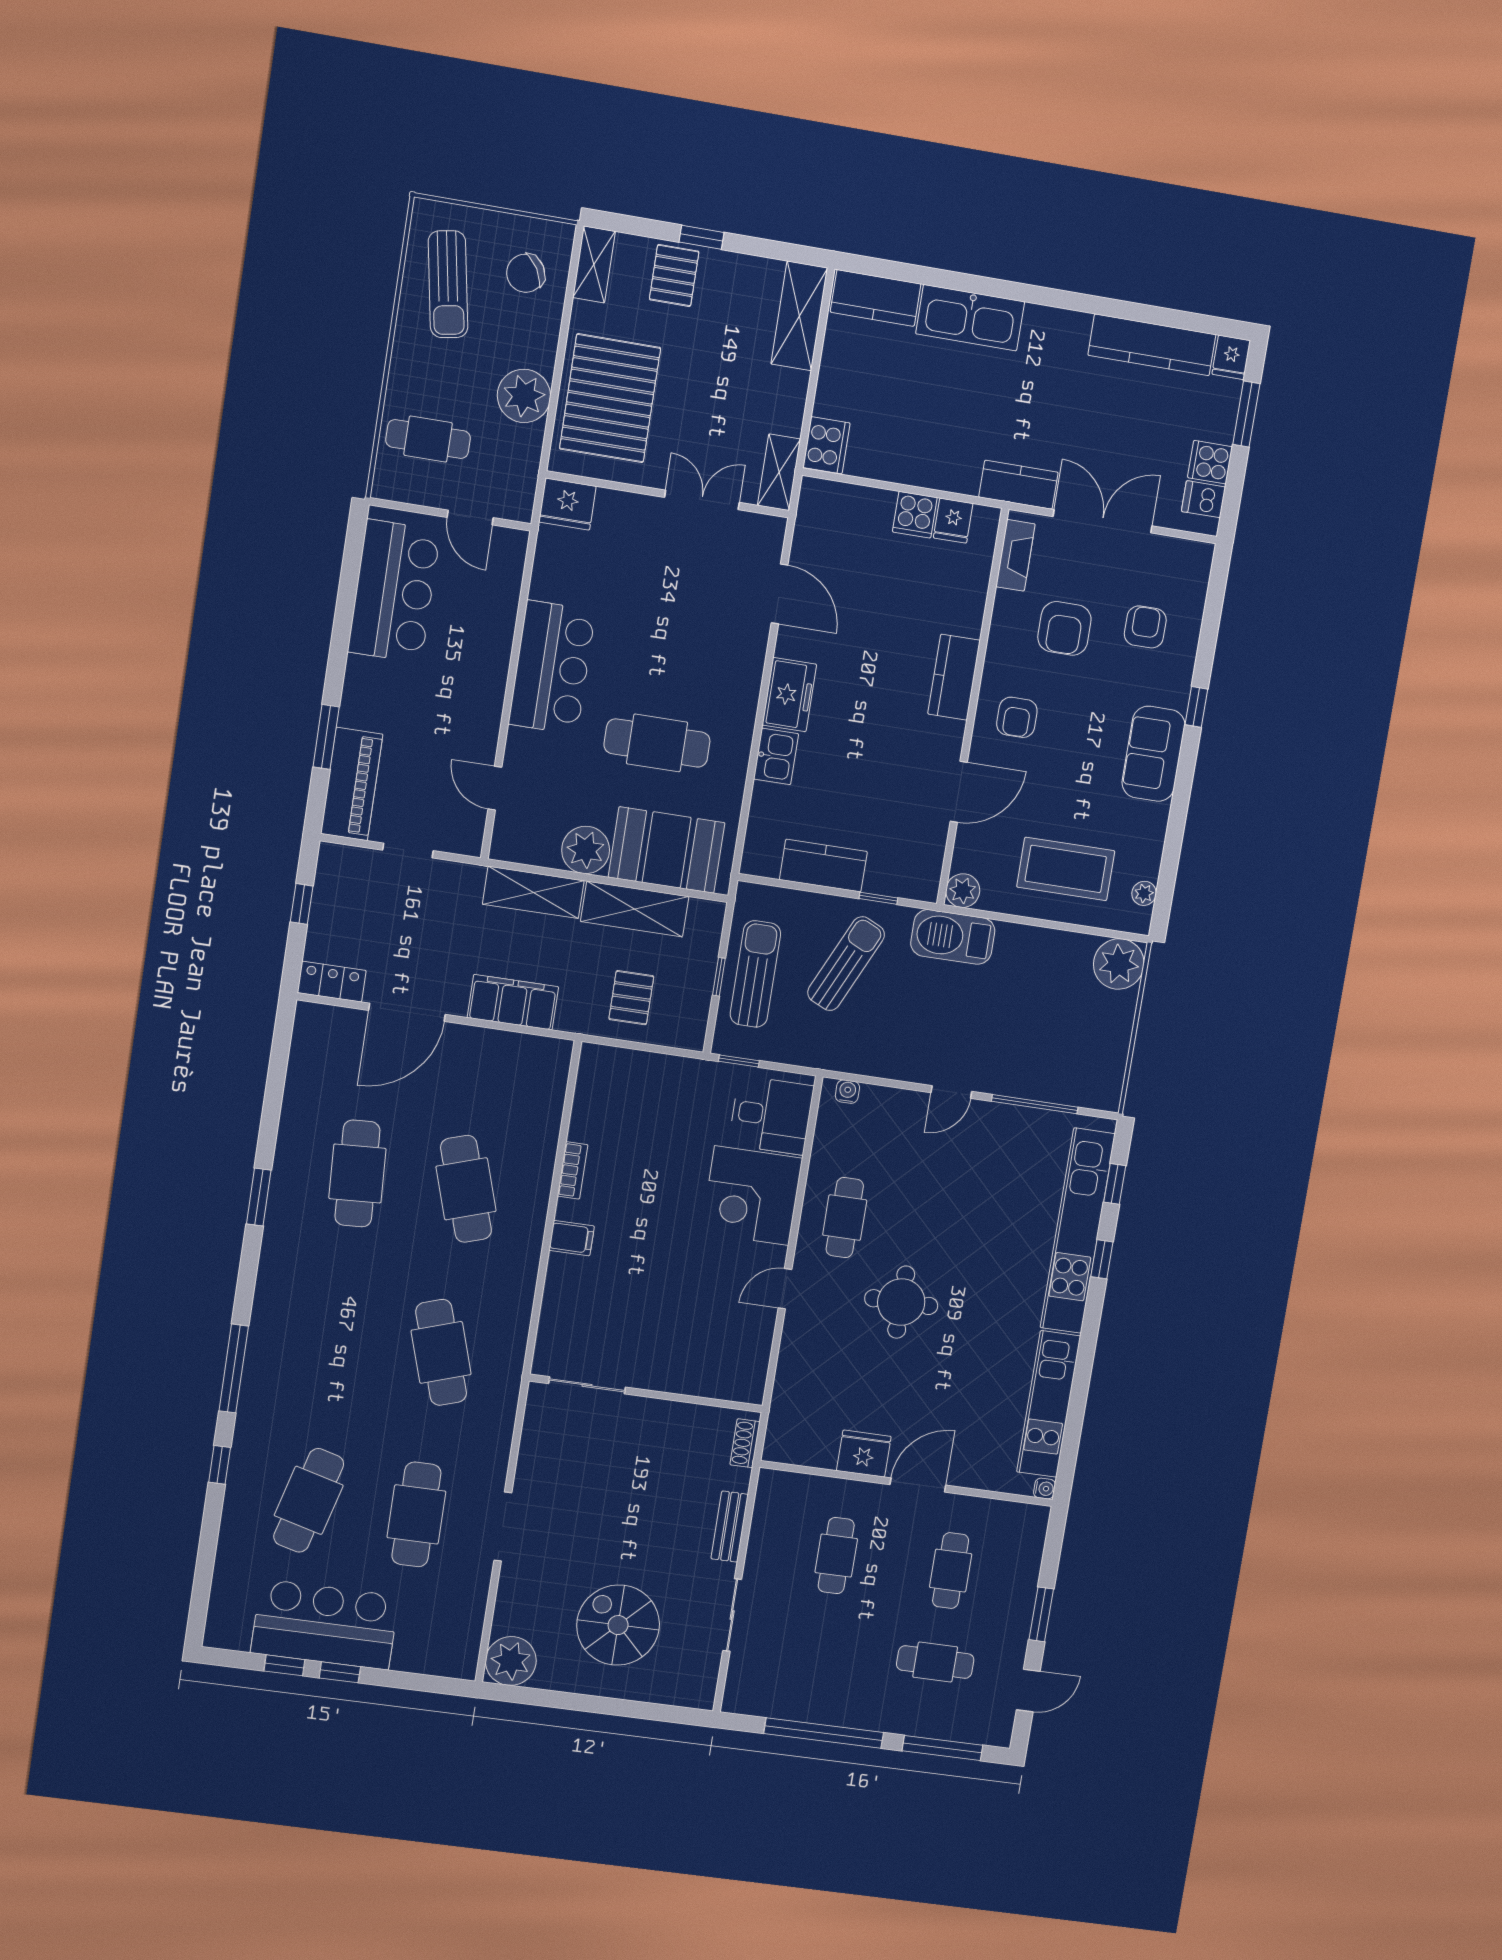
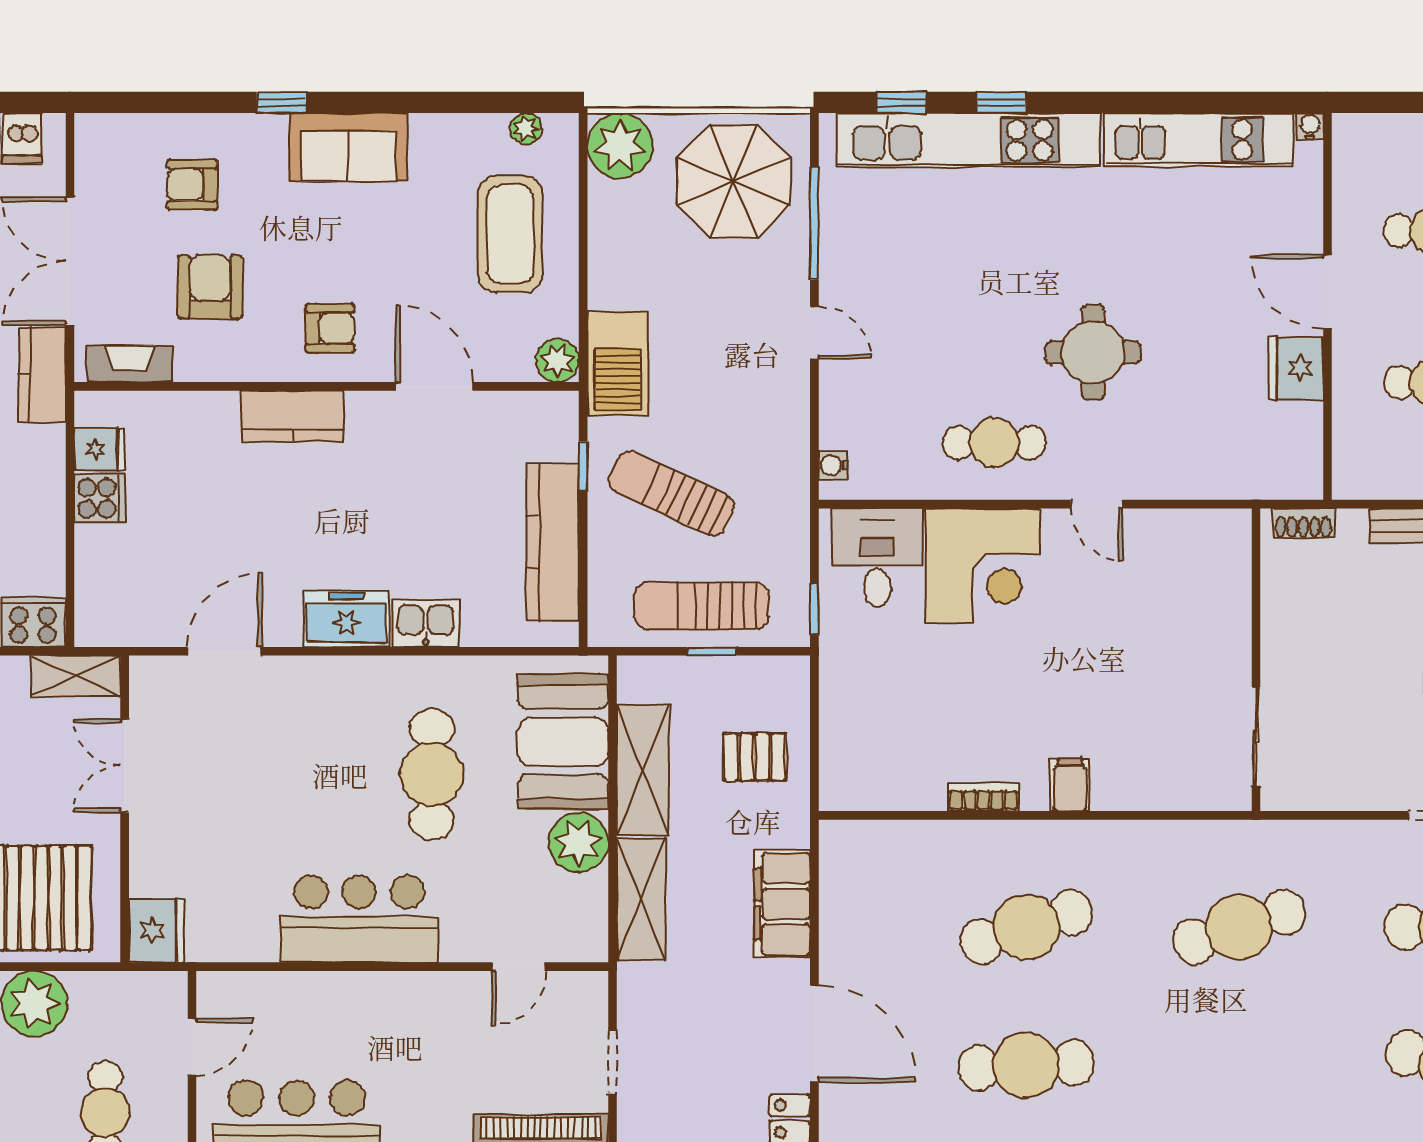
armchair: (1064, 628) -> (210, 287), turned -90
kitchen counter: (823, 866) -> (553, 542), width x1.50
parasol: (1077, 1047) -> (733, 181), added

